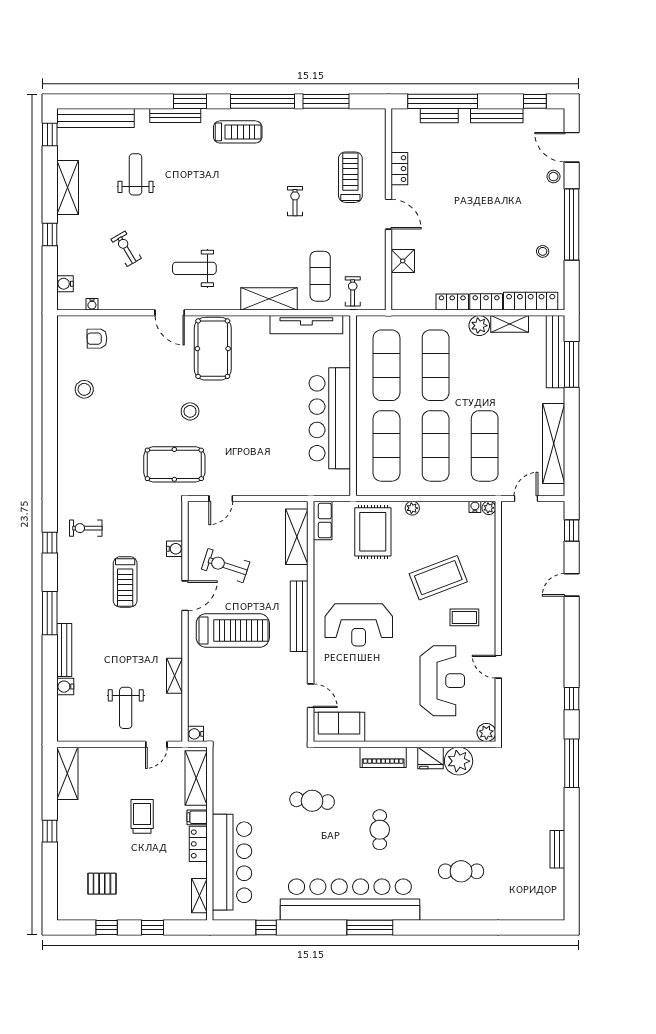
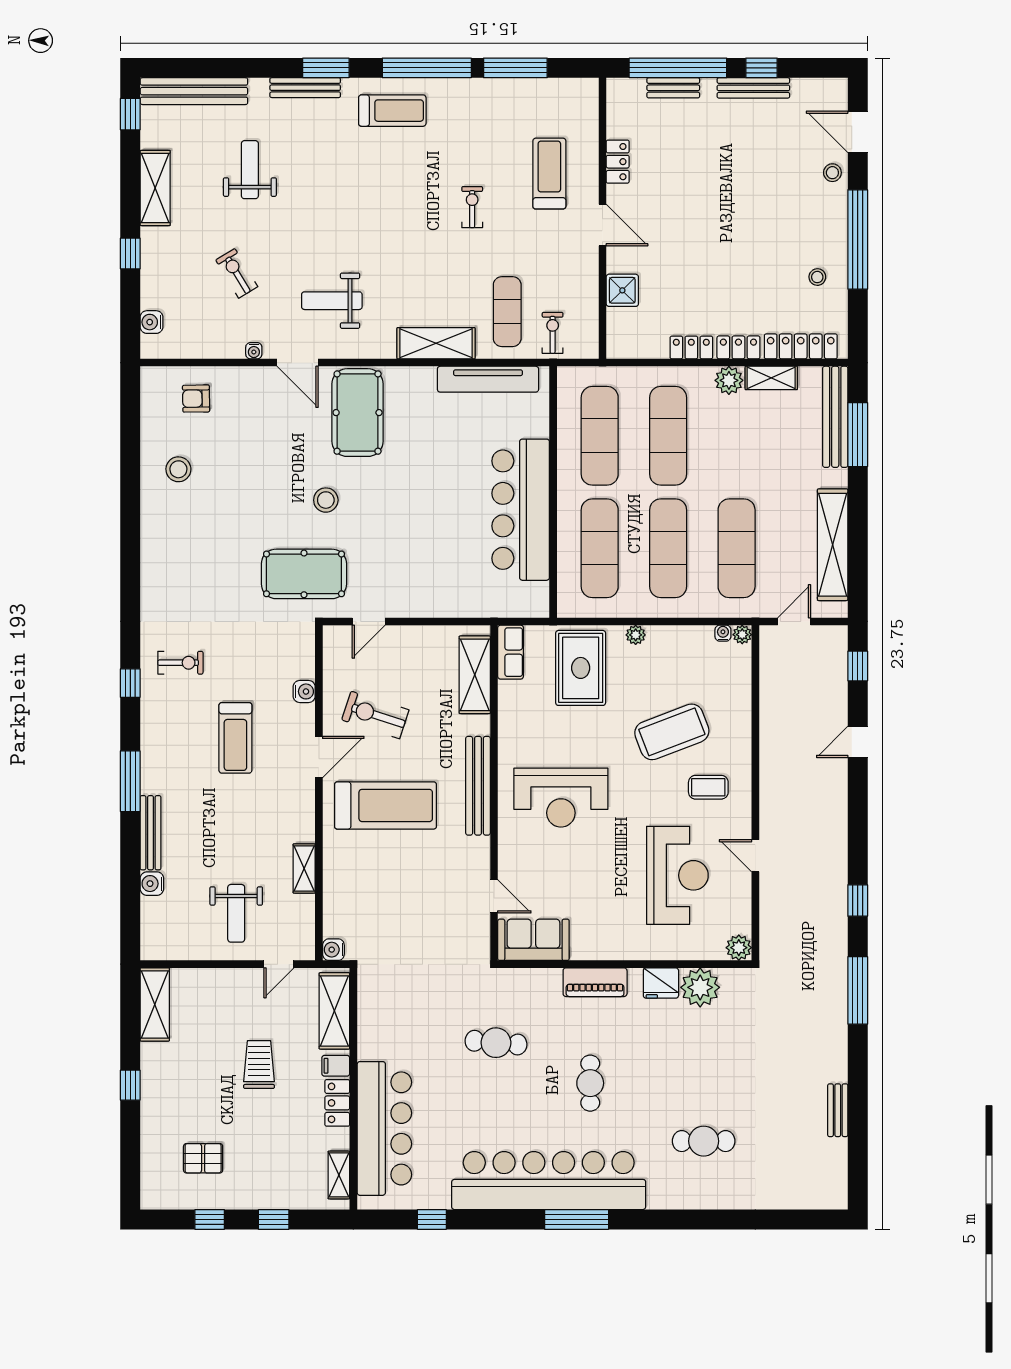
window: (535, 101) -> (762, 68), moved
water cooler: (92, 304) -> (254, 351), moved
exercise bike: (86, 528) -> (180, 663), turned 180

